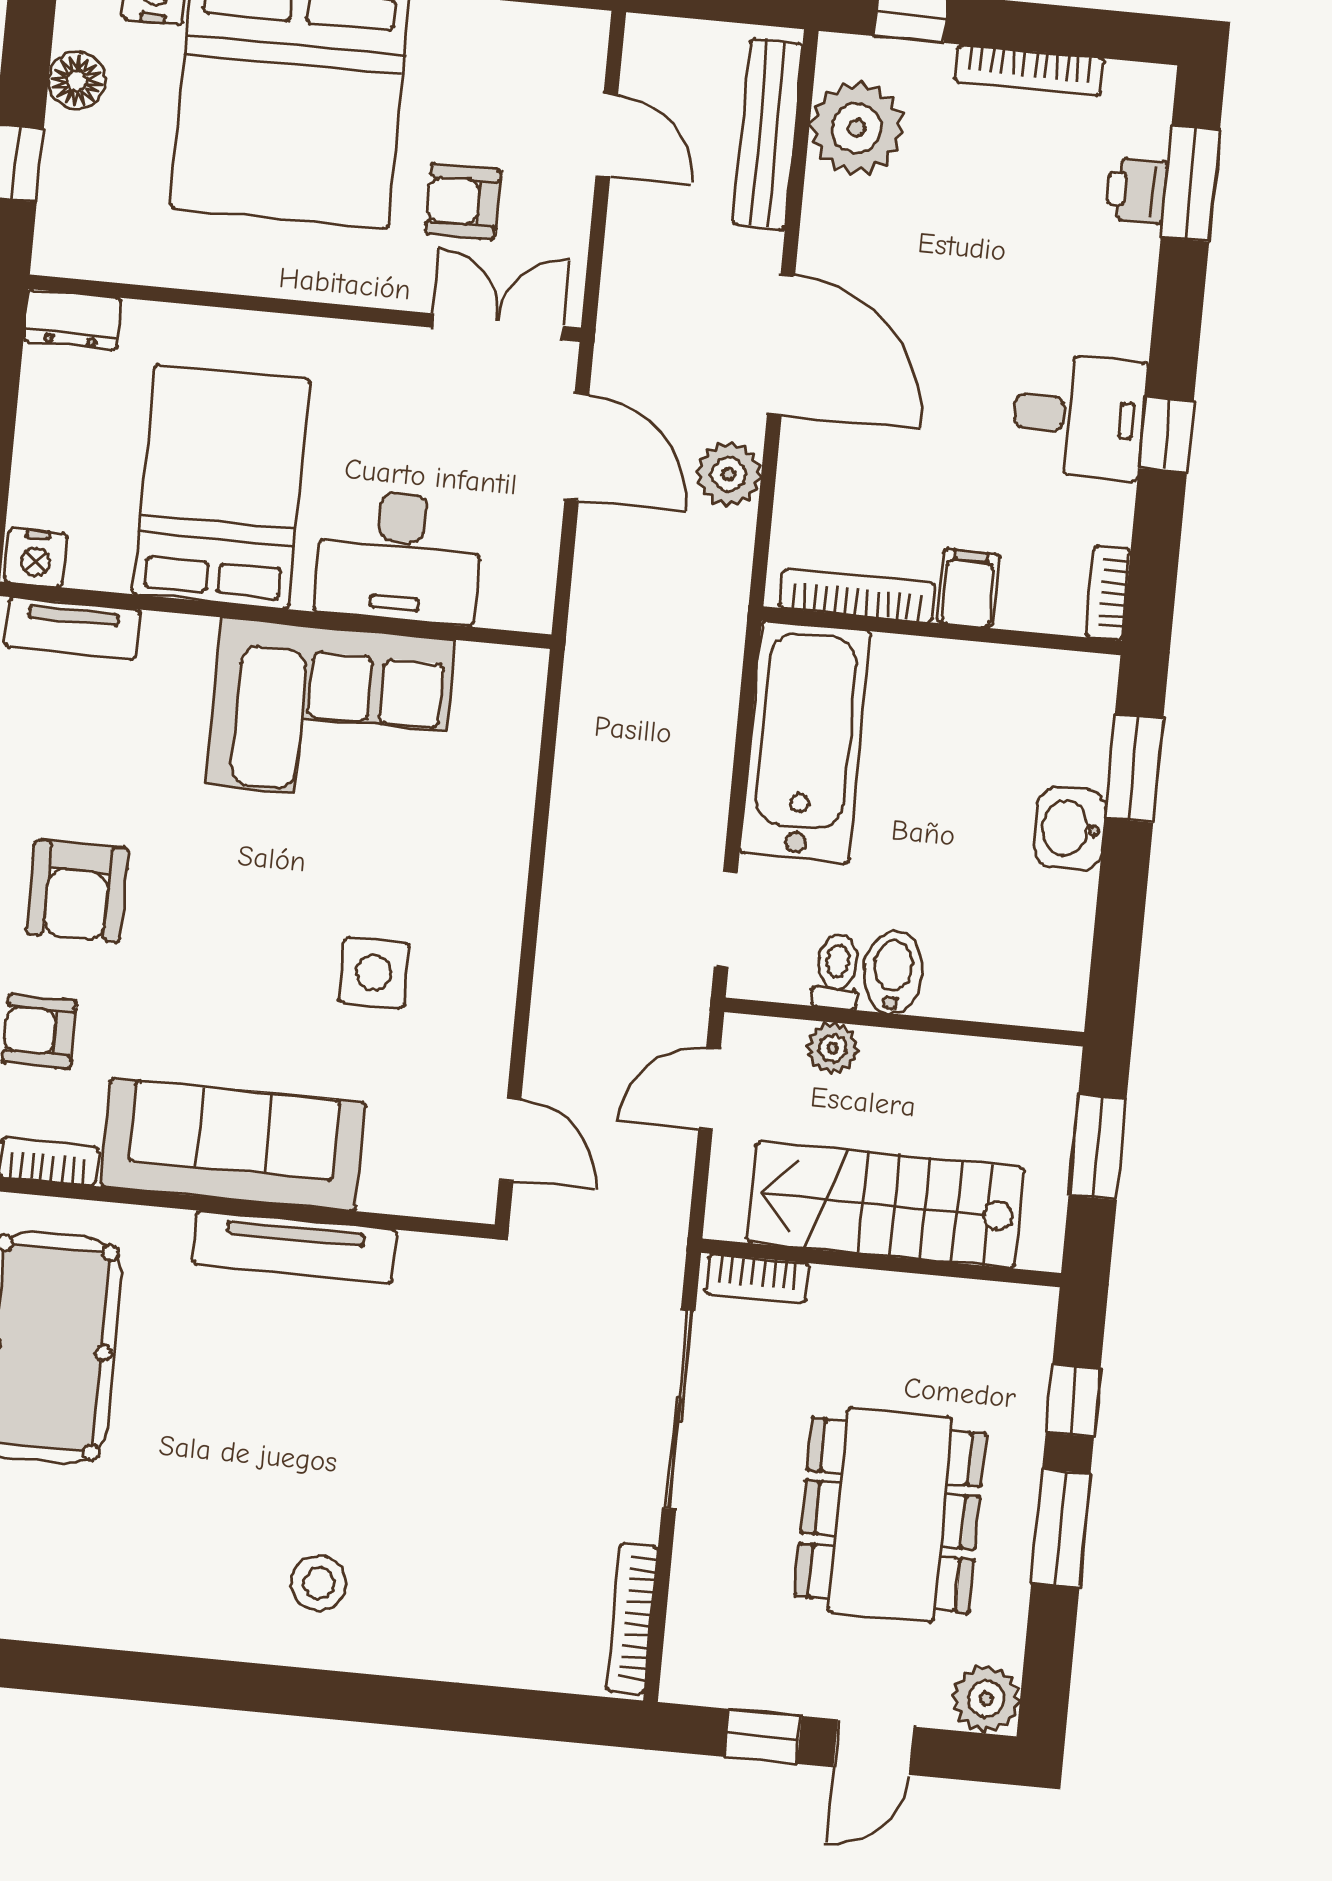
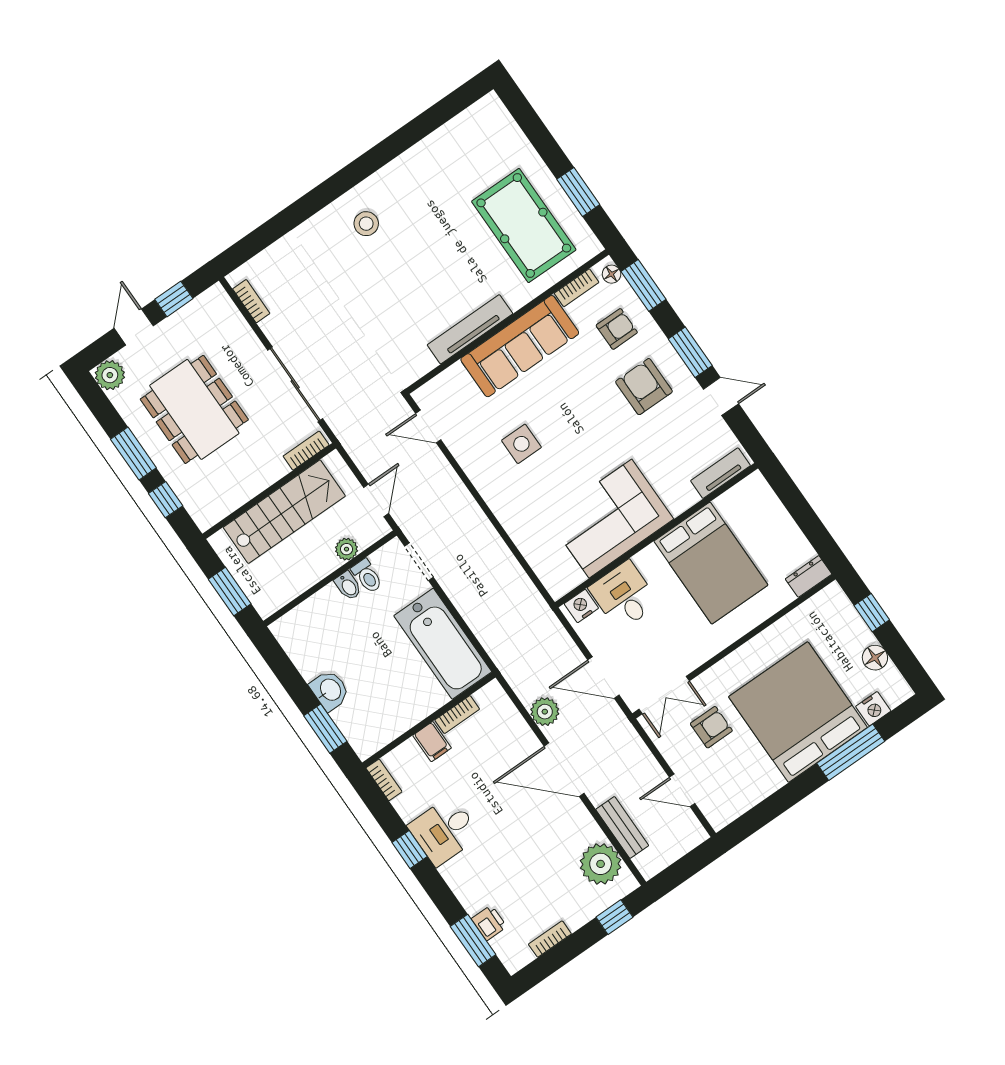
bookcase: (1029, 70) -> (550, 939), width x0.64
bench: (768, 135) -> (622, 827), width x0.73
desk: (399, 556) -> (624, 596), width x0.73
nightstand: (36, 558) -> (581, 606), moved
bookcase: (857, 596) -> (457, 715), width x0.64
bidet: (893, 972) -> (348, 586), width x0.72, depth x0.74
bookcase: (632, 1618) -> (251, 301), width x0.64

